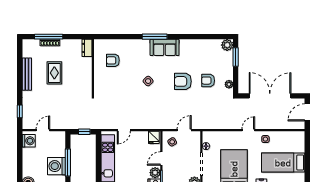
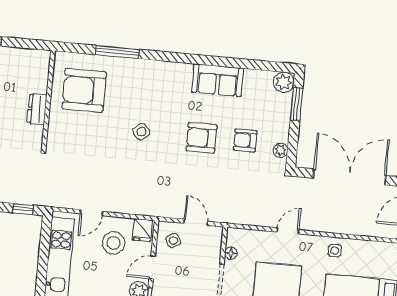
window: (155, 37) -> (117, 52), moved
sofa: (165, 47) -> (218, 80), moved
dresser: (87, 48) -> (37, 109), moved
armchair: (113, 60) -> (84, 90), width x1.88, depth x1.88
door: (184, 130) -> (196, 222), hinge flipped
door: (248, 130) -> (288, 231), moved
stool: (138, 146) -> (114, 243), added

